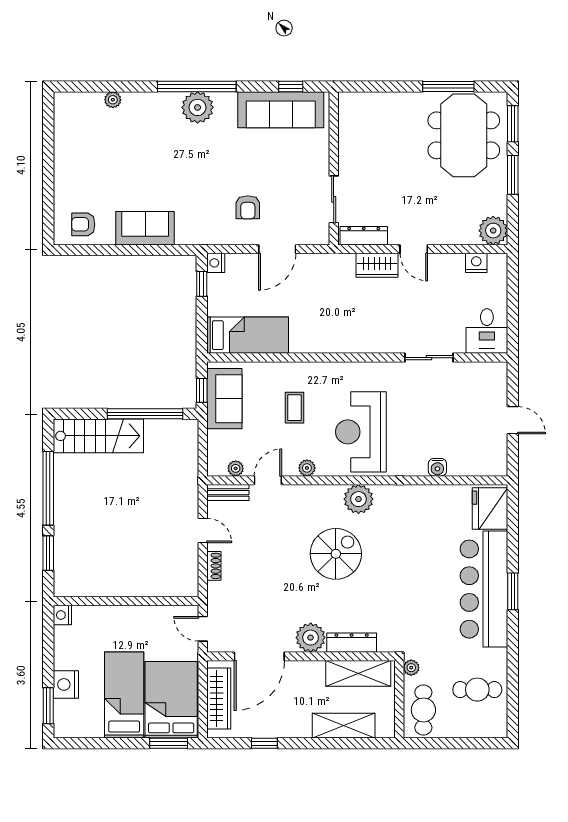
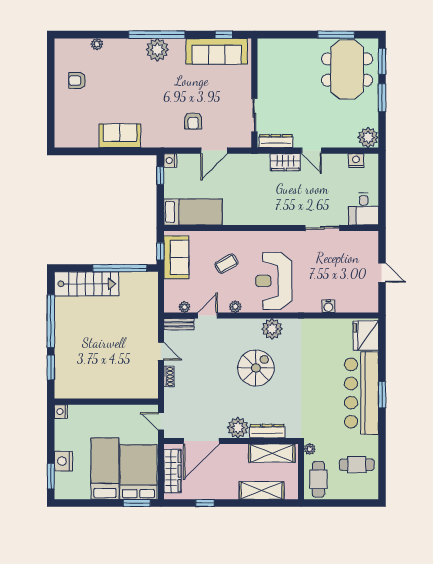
armchair: (83, 224) -> (77, 80), moved
coffee table: (295, 408) -> (226, 264), turned 60

